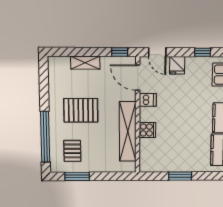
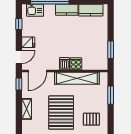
dishwasher: (148, 100) -> (64, 64), moved
pallet: (81, 110) -> (61, 113), width x1.37, depth x1.41
window: (77, 176) -> (111, 95), moved
window: (180, 176) -> (111, 50), moved

